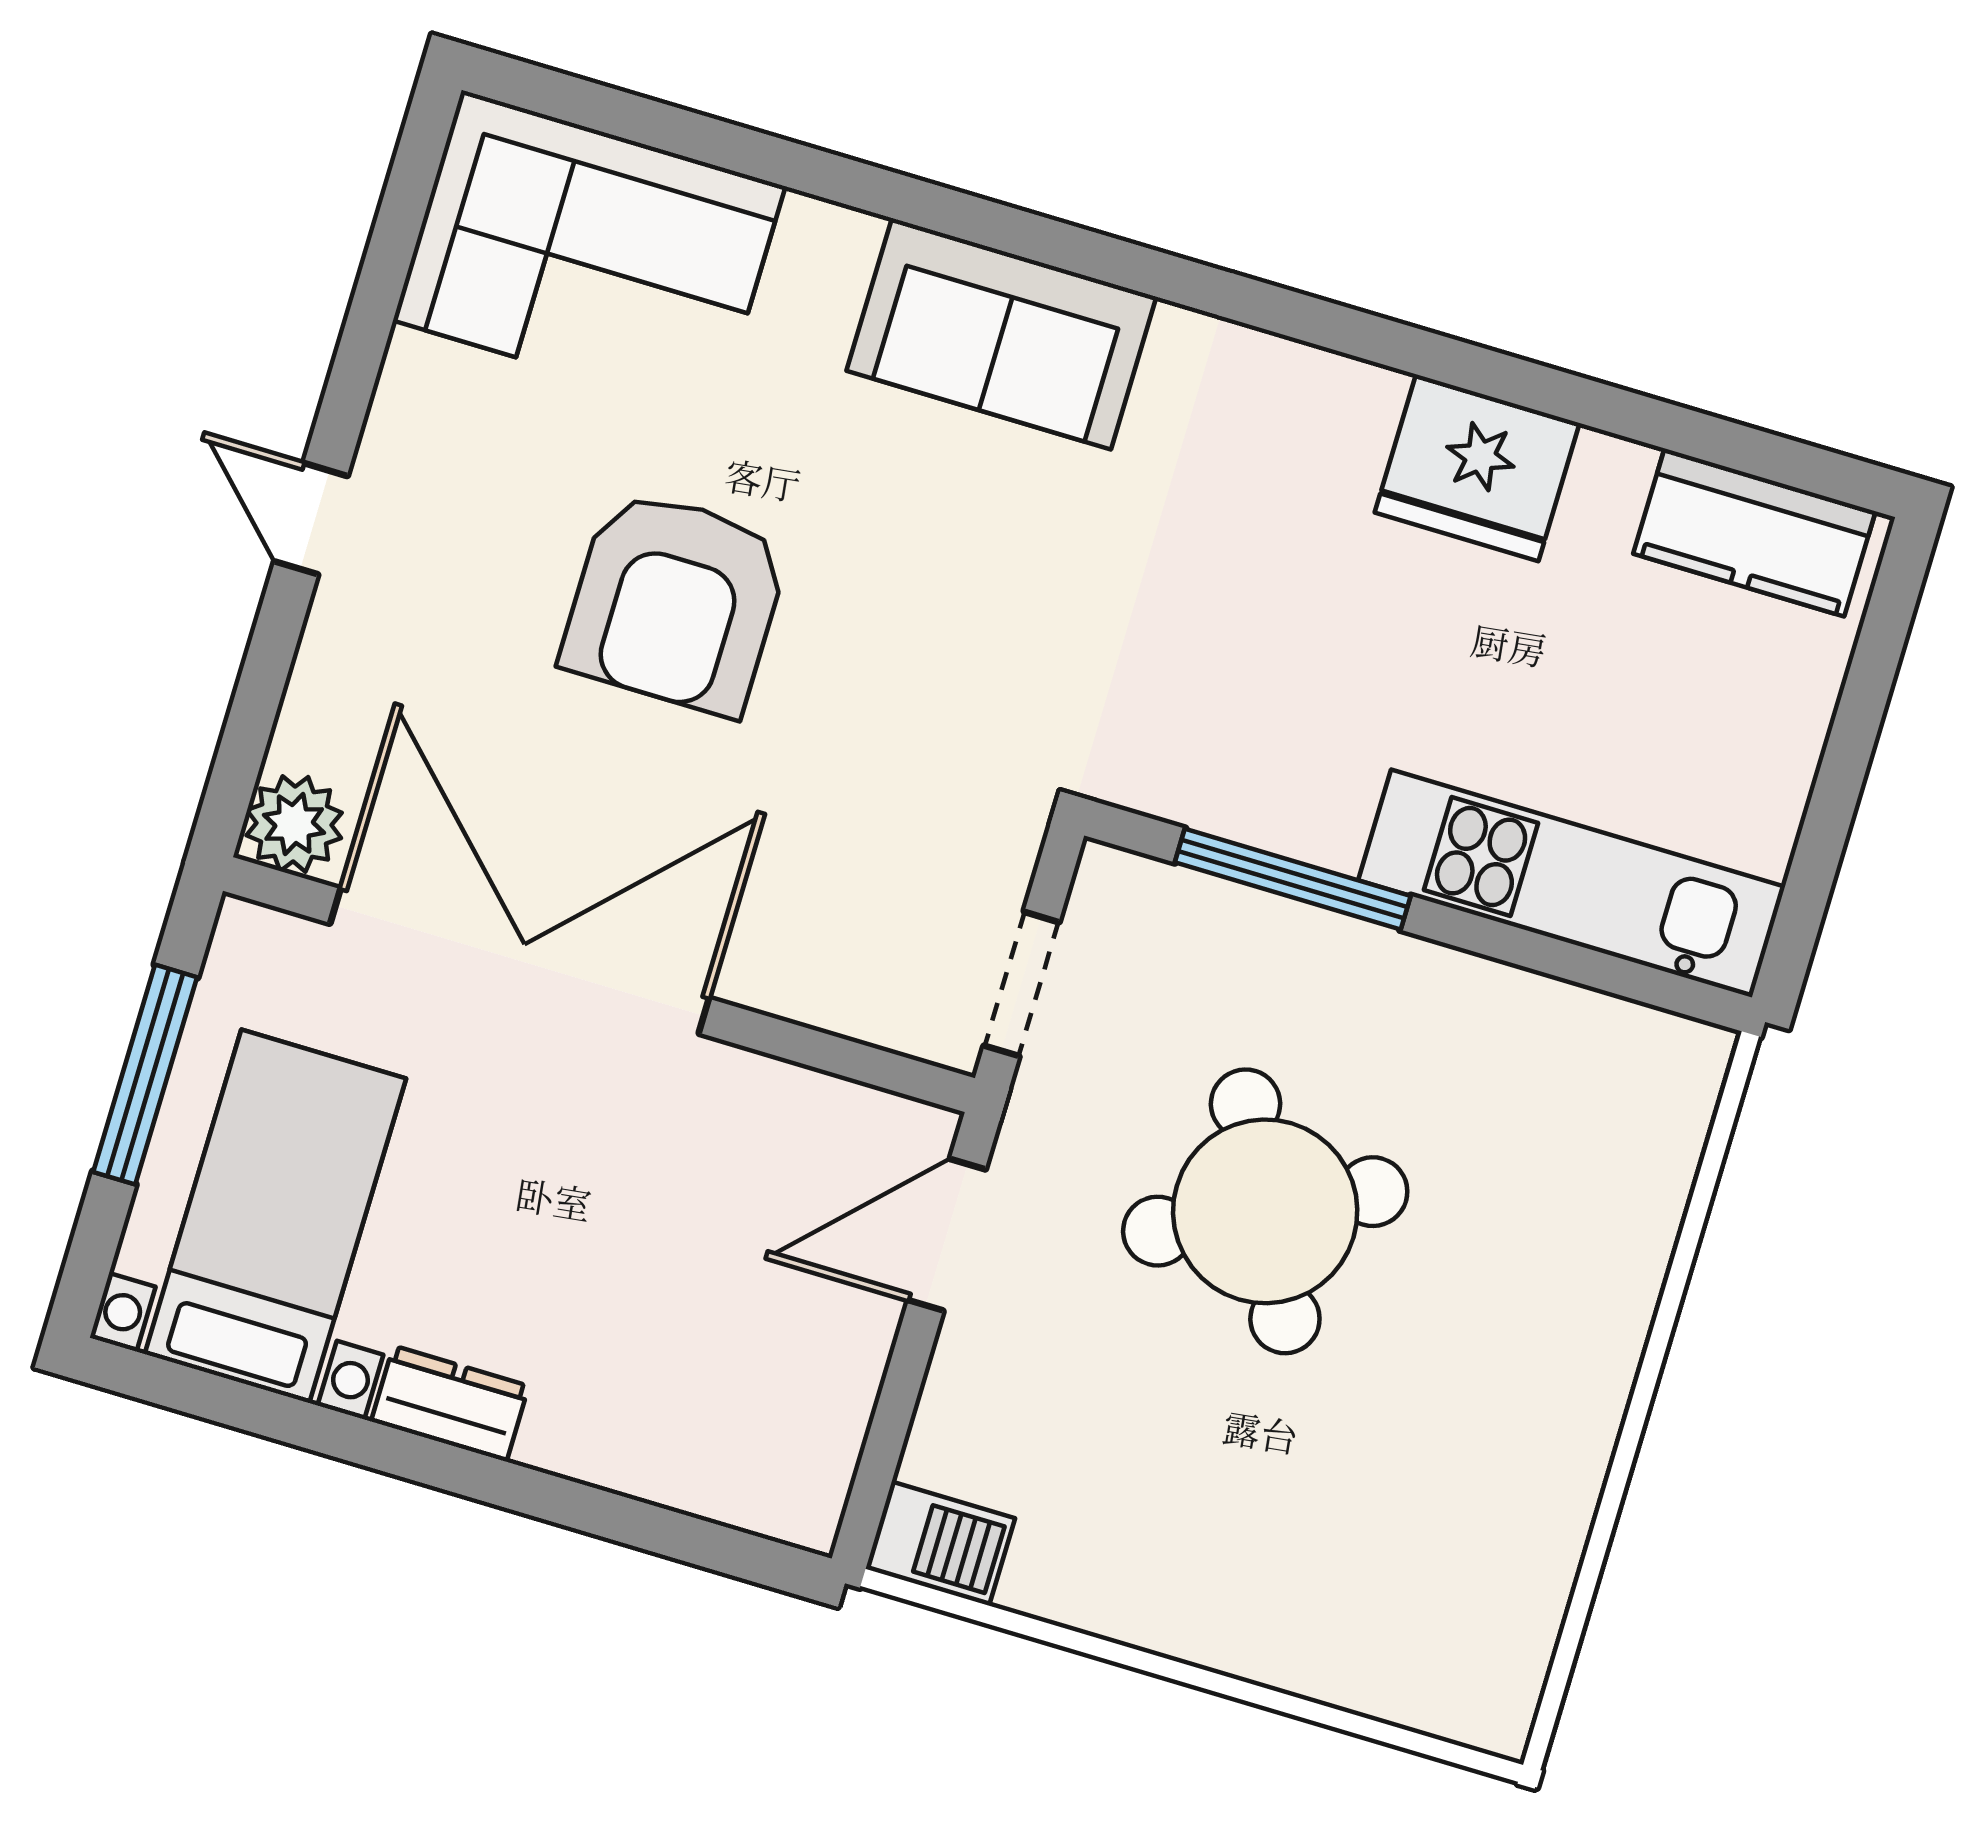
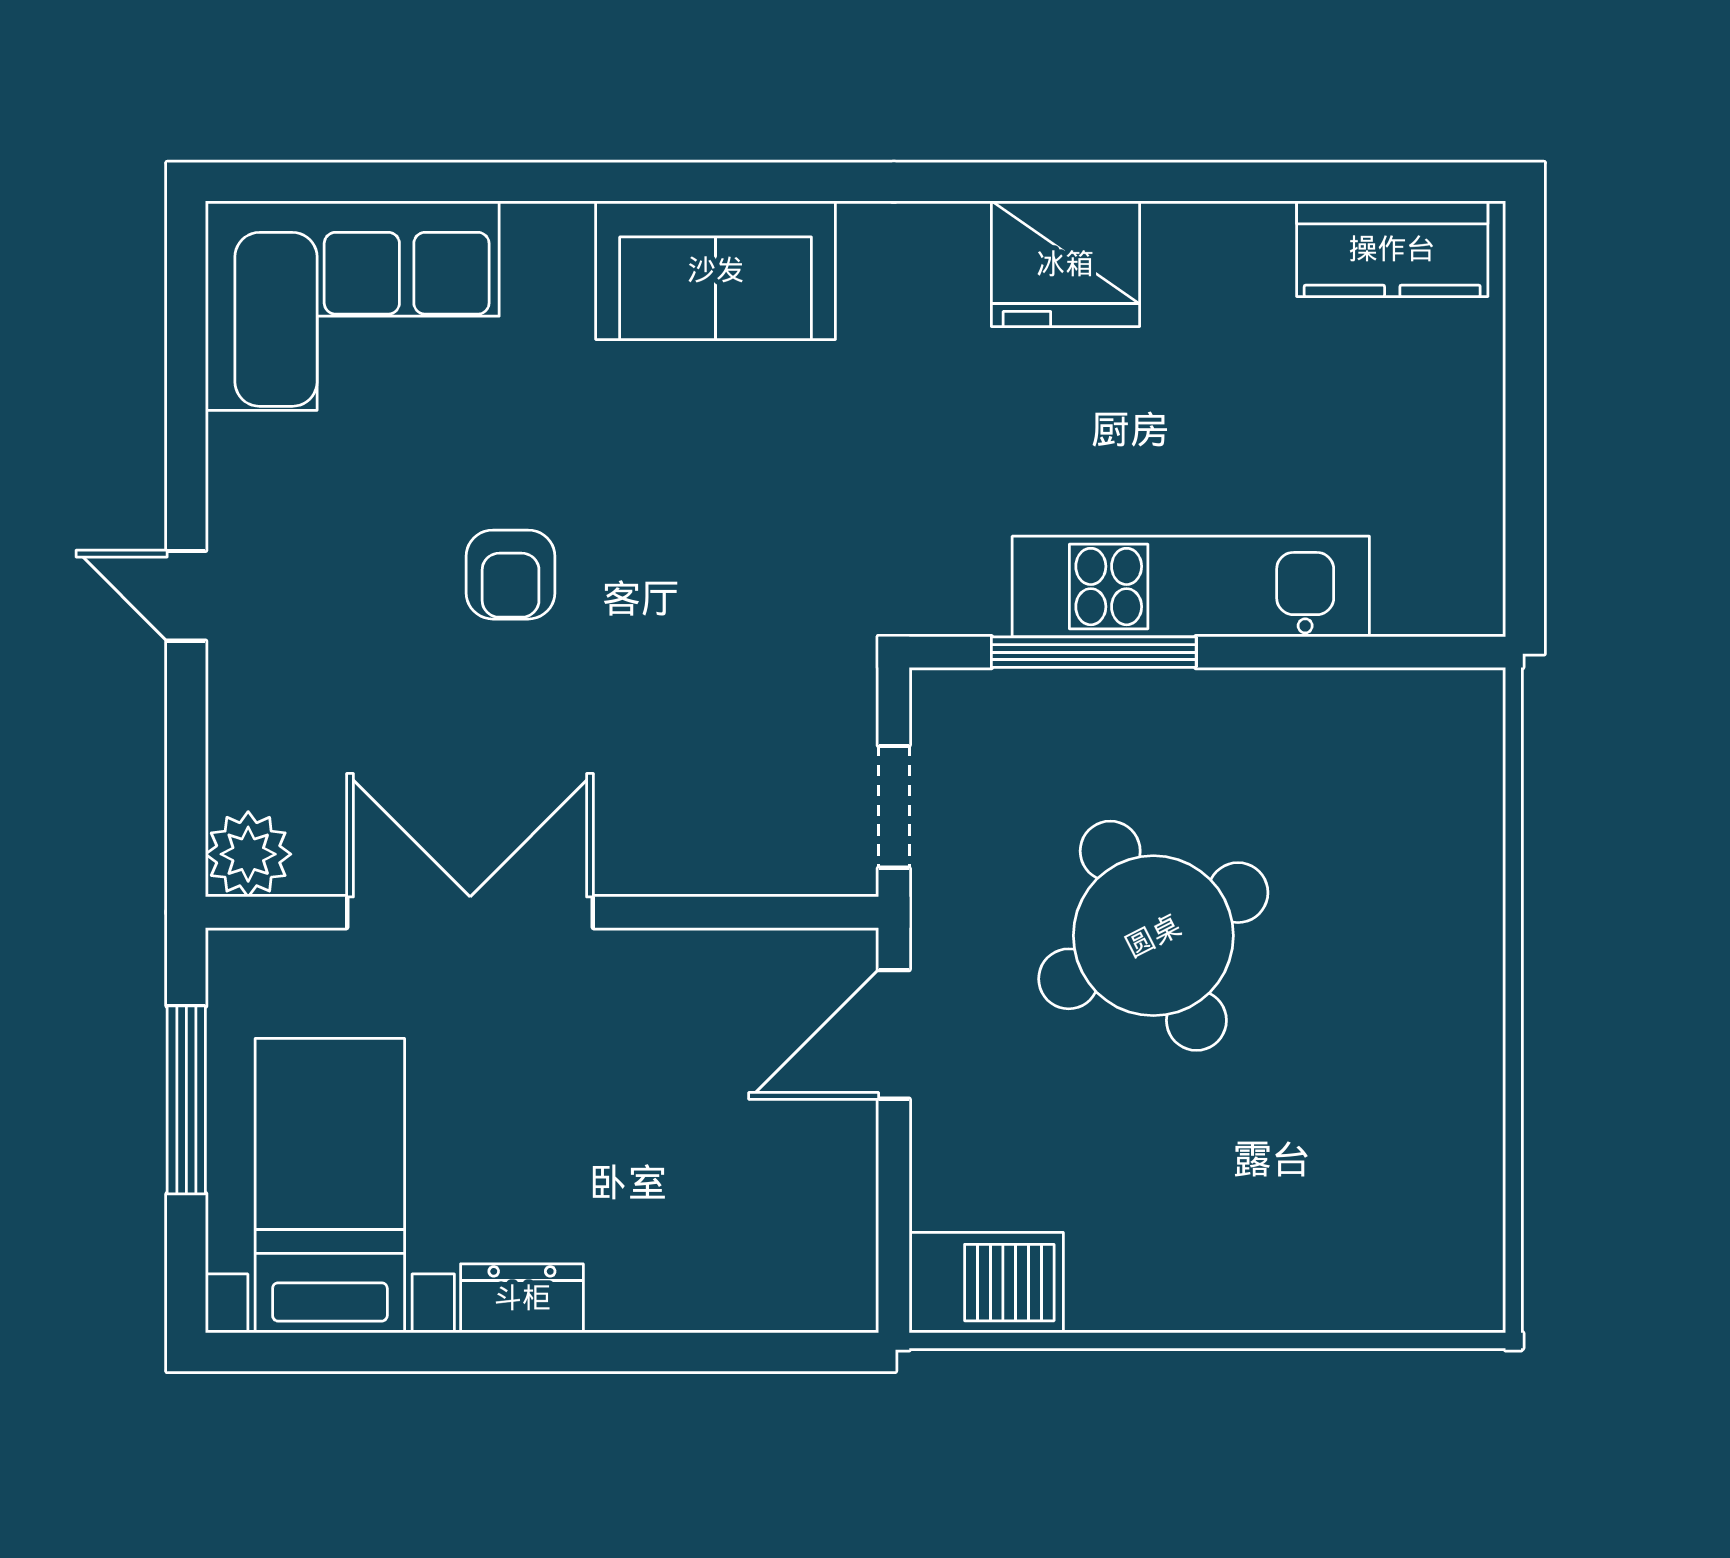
fridge: (1477, 468) -> (1065, 264), moved
armchair: (675, 602) -> (511, 575), width x0.53, depth x0.53
kitchen unit: (1572, 883) -> (1191, 587), moved
double door: (520, 961) -> (470, 912), width x0.73
barbecue: (940, 1544) -> (986, 1283), width x1.38, depth x1.27

